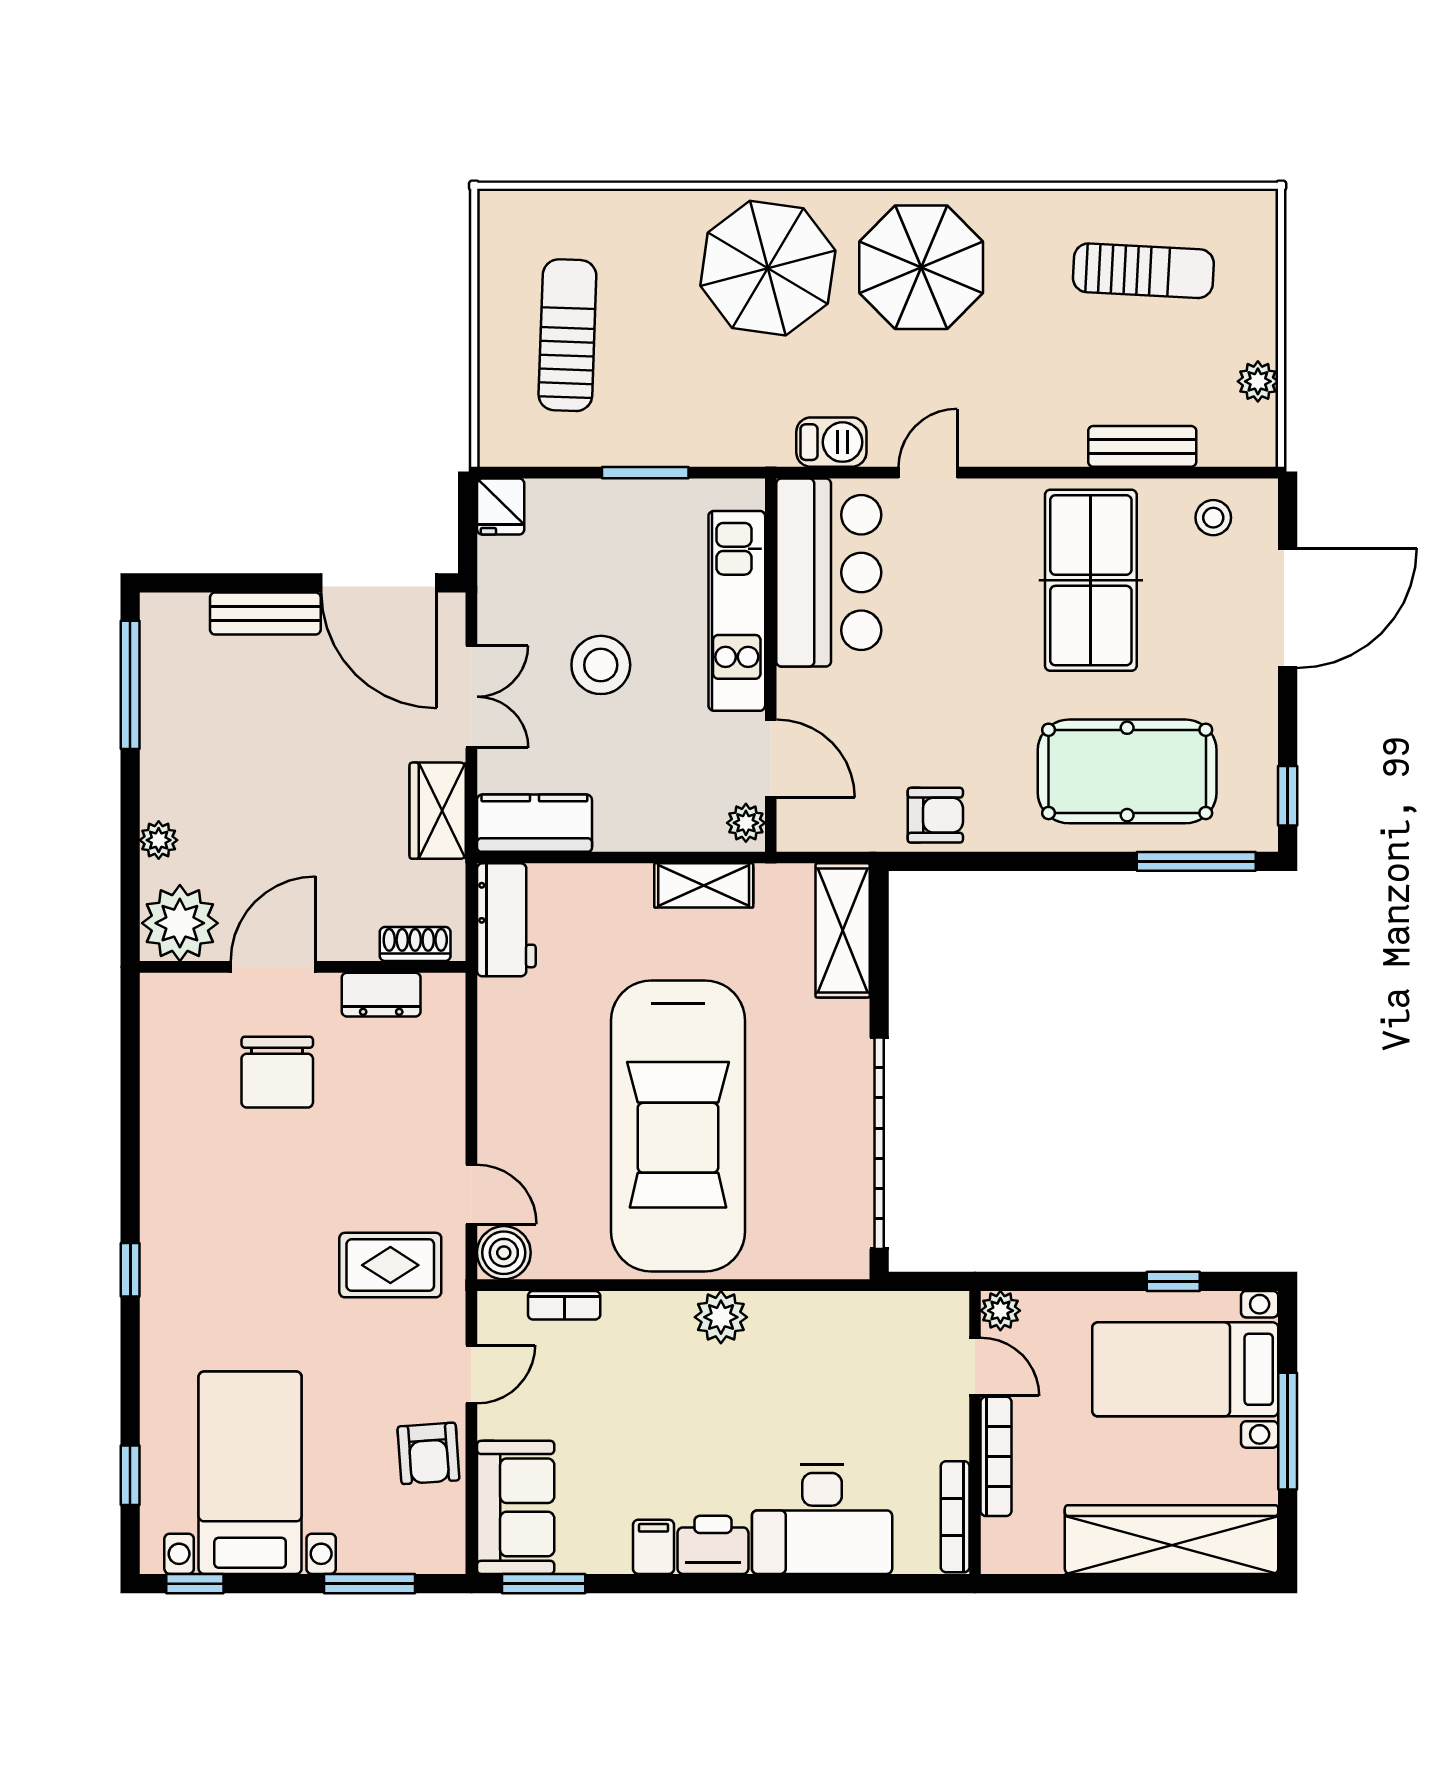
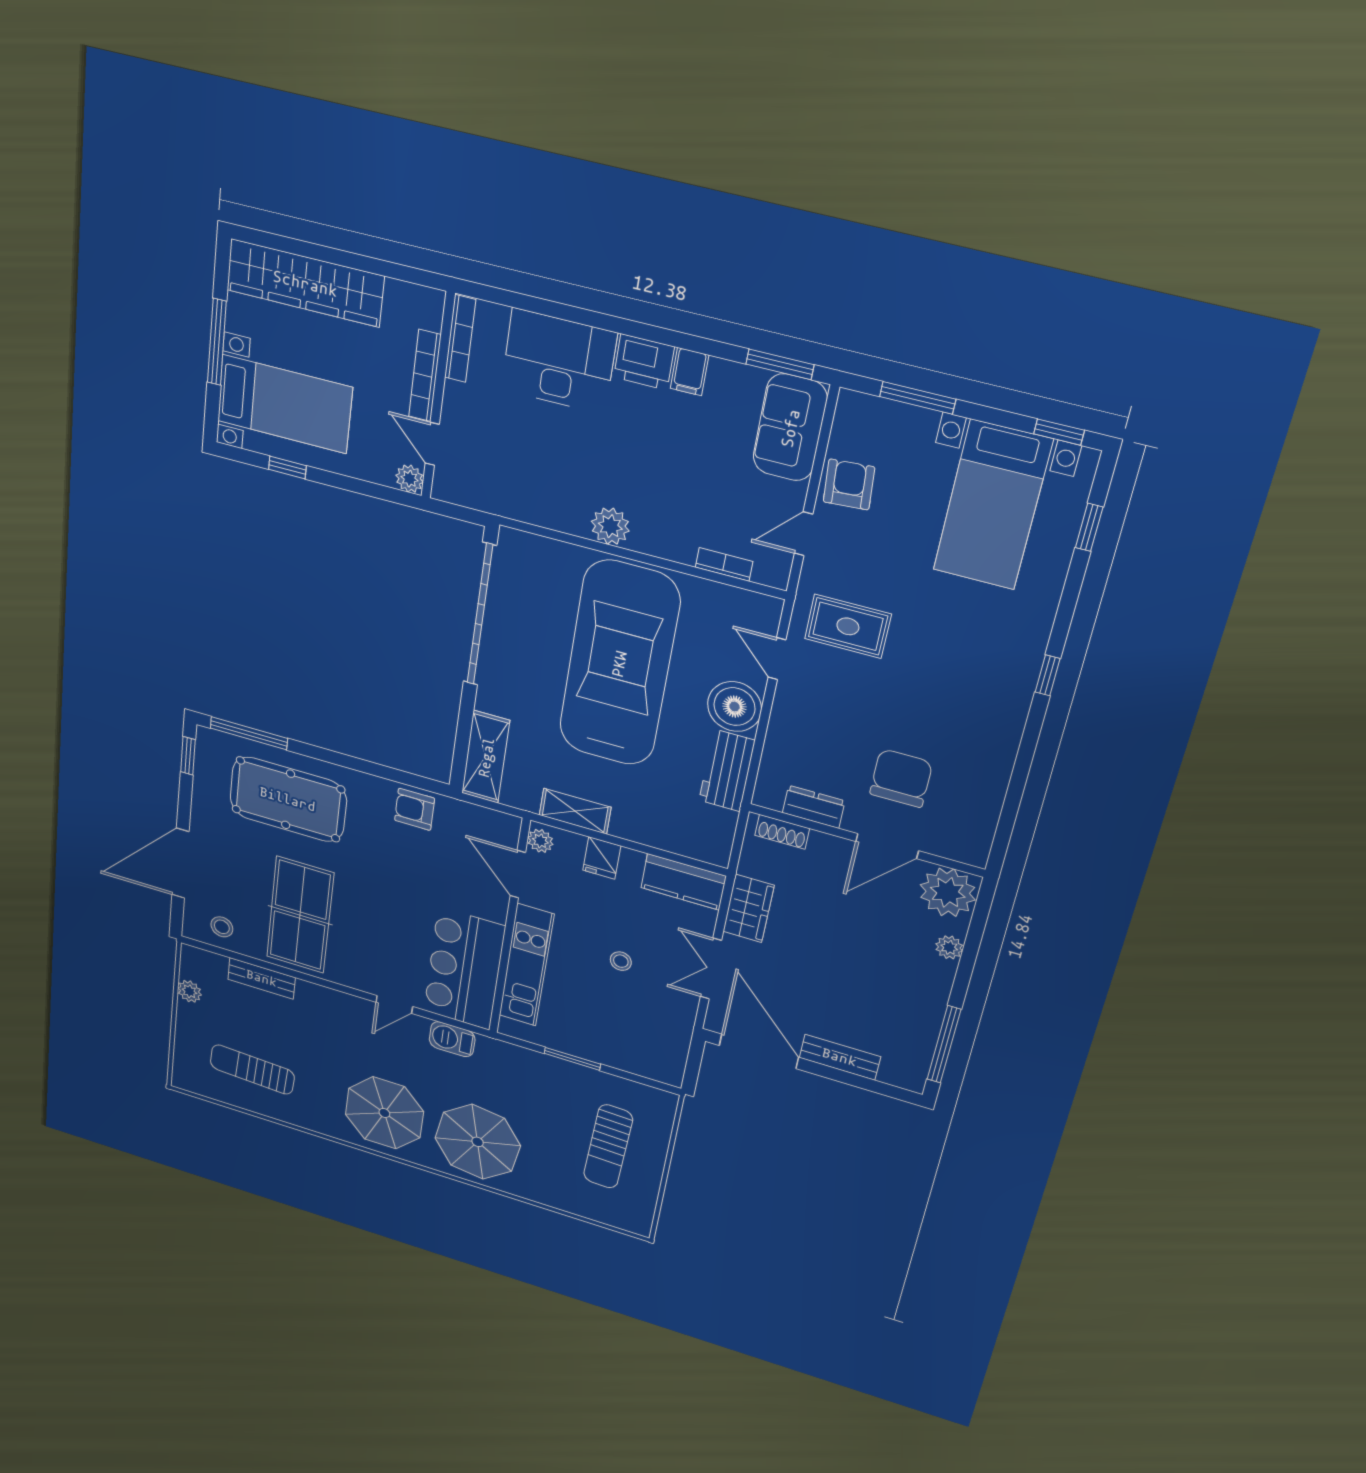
fridge: (501, 506) -> (602, 858), moved, turned 180
stool: (601, 665) -> (621, 961), width x0.53, depth x0.53
workbench: (506, 920) -> (727, 770), moved
boiler: (504, 1253) -> (734, 707), moved, width x1.37, depth x1.37

